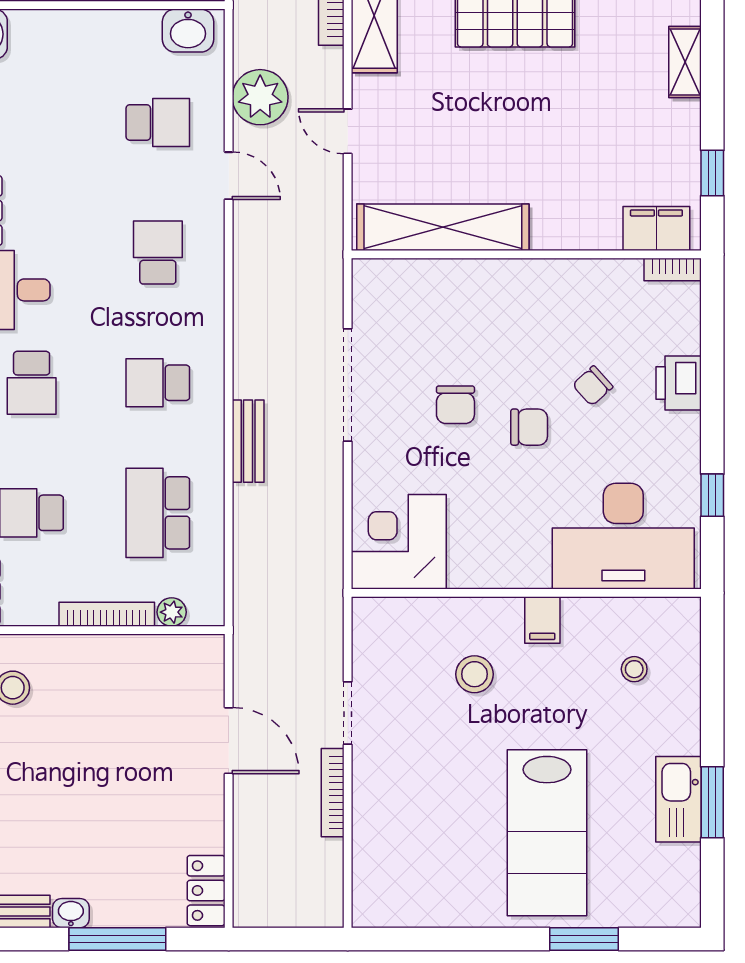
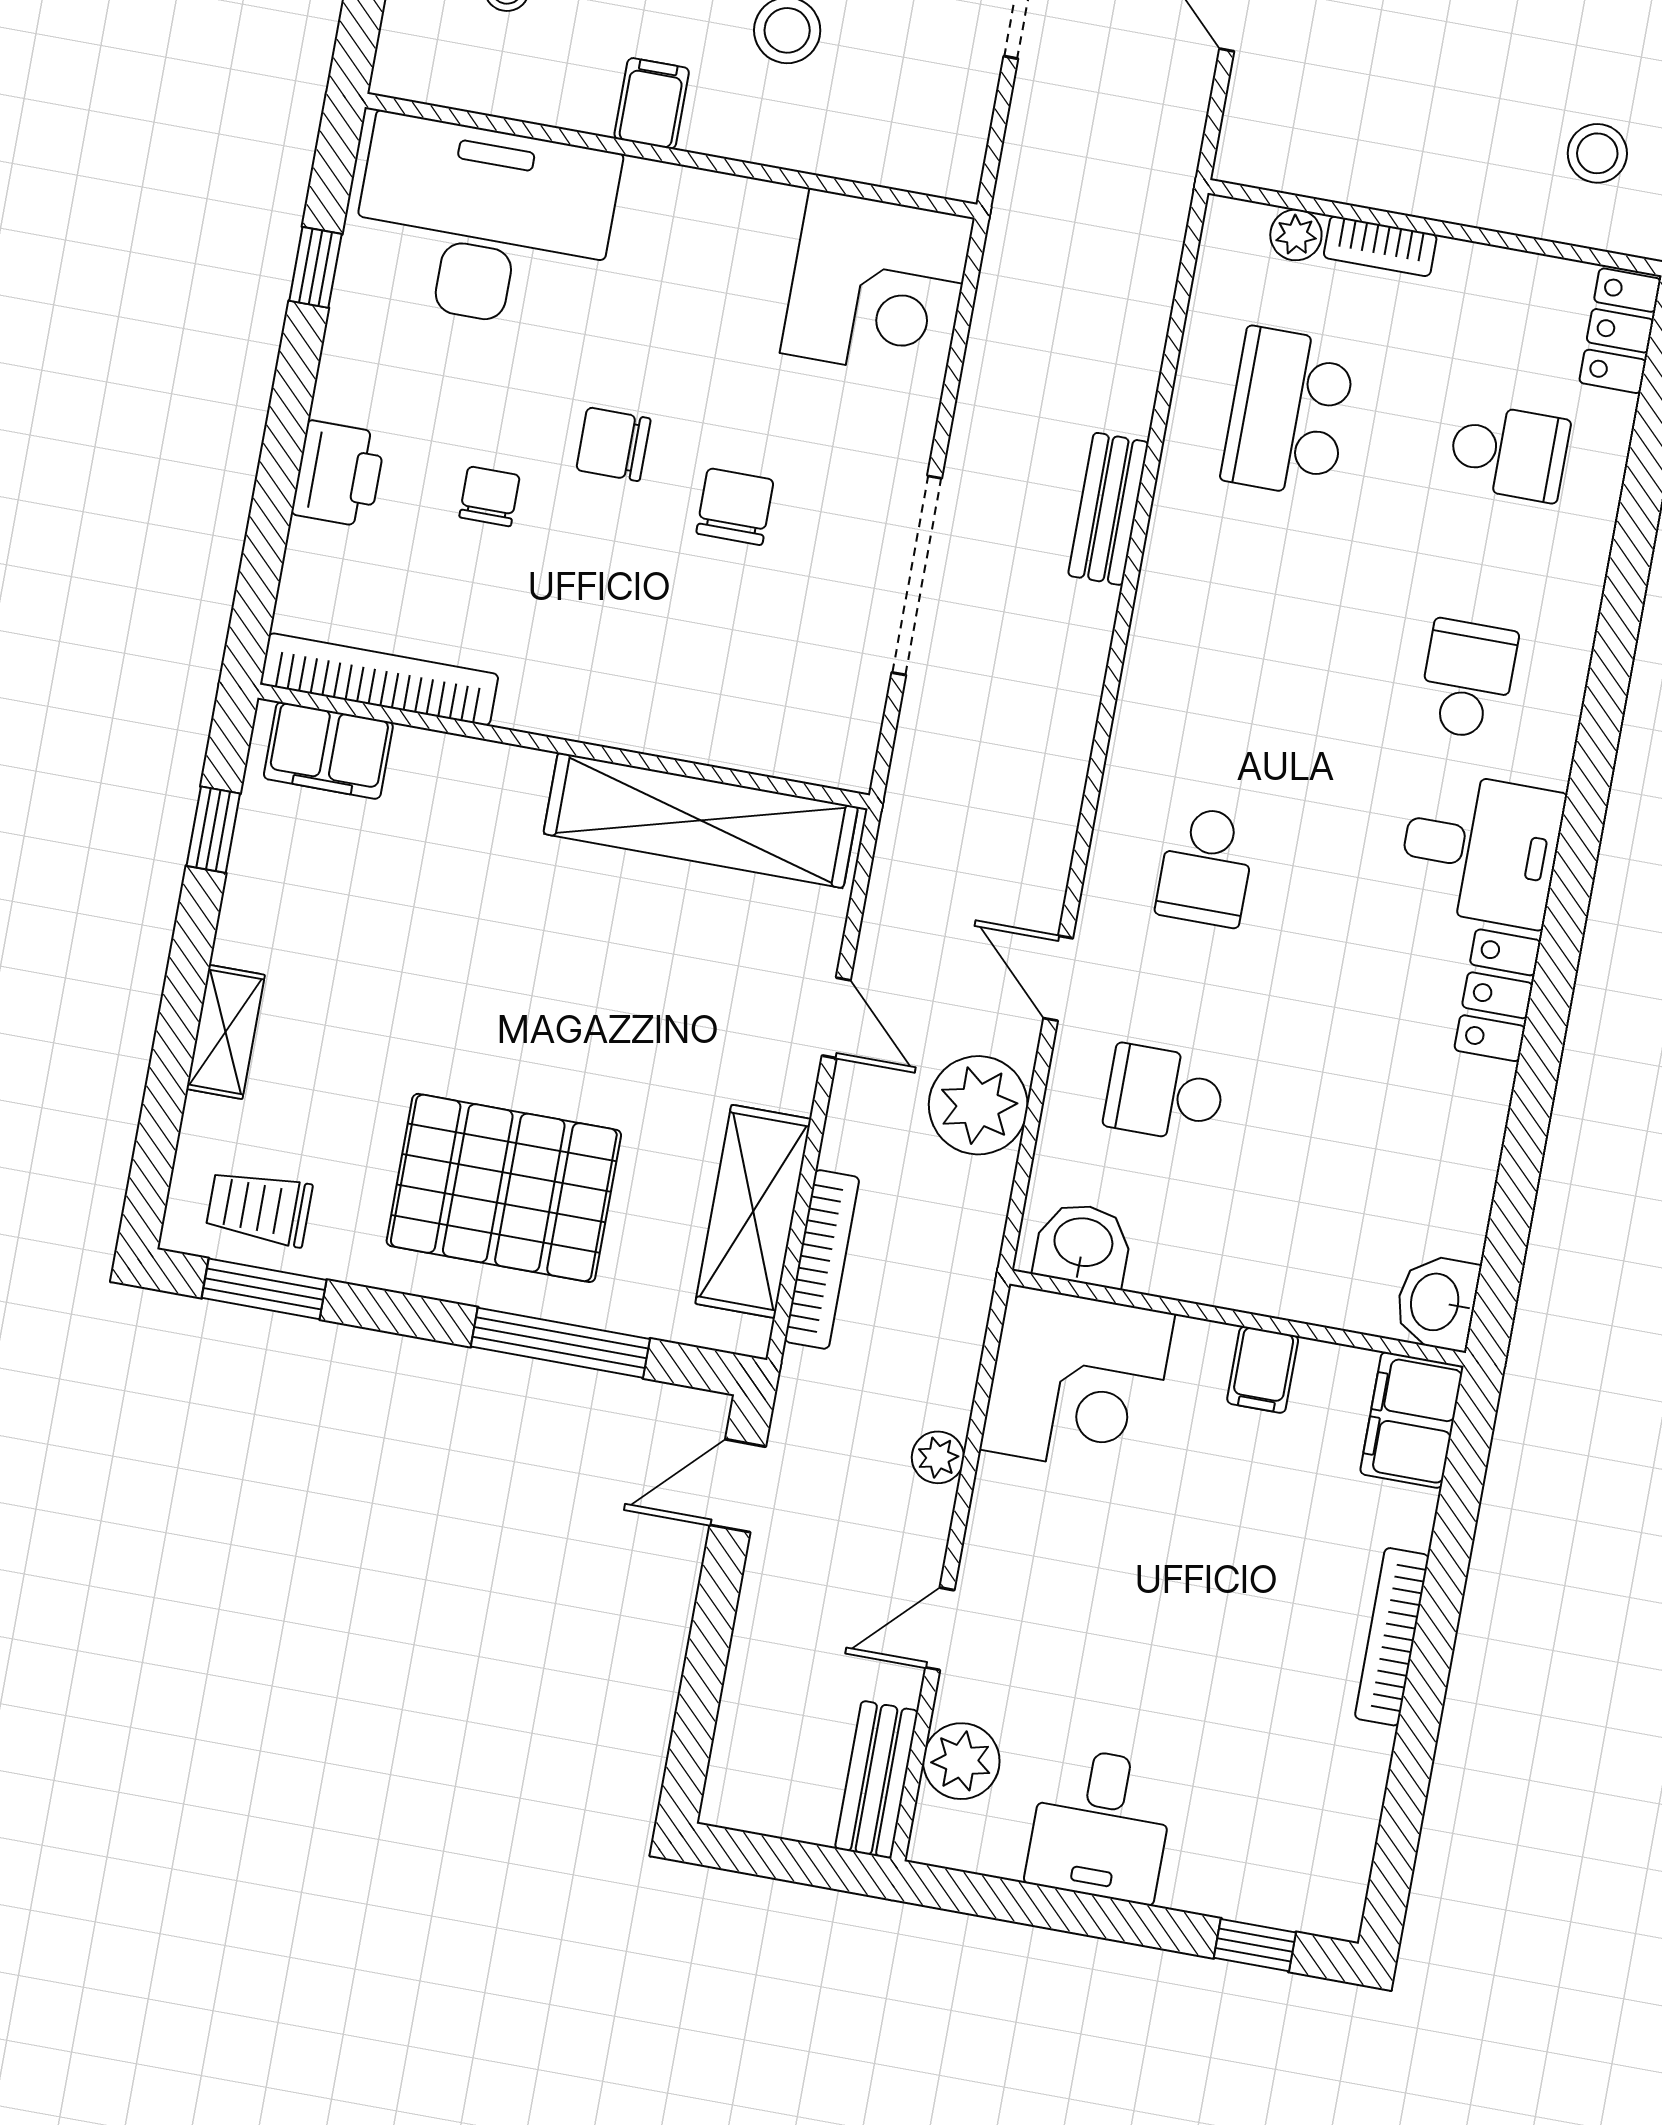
bookcase: (673, 270) -> (379, 679), width x2.31, depth x1.31
school desk: (158, 383) -> (1247, 639), removed
chair: (593, 386) -> (490, 496), turned -48
school desk: (158, 513) -> (1289, 412), turned 180
bookcase: (107, 614) -> (1380, 246), width x0.64

